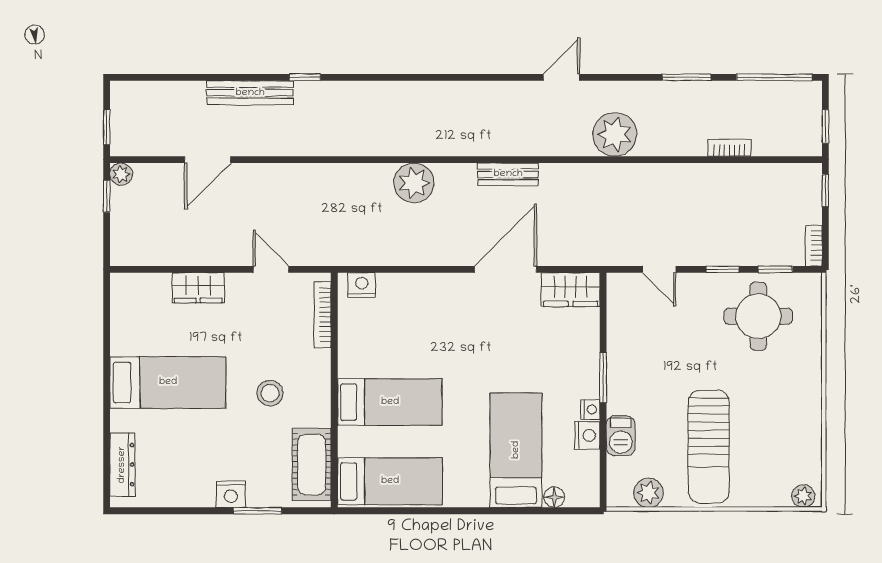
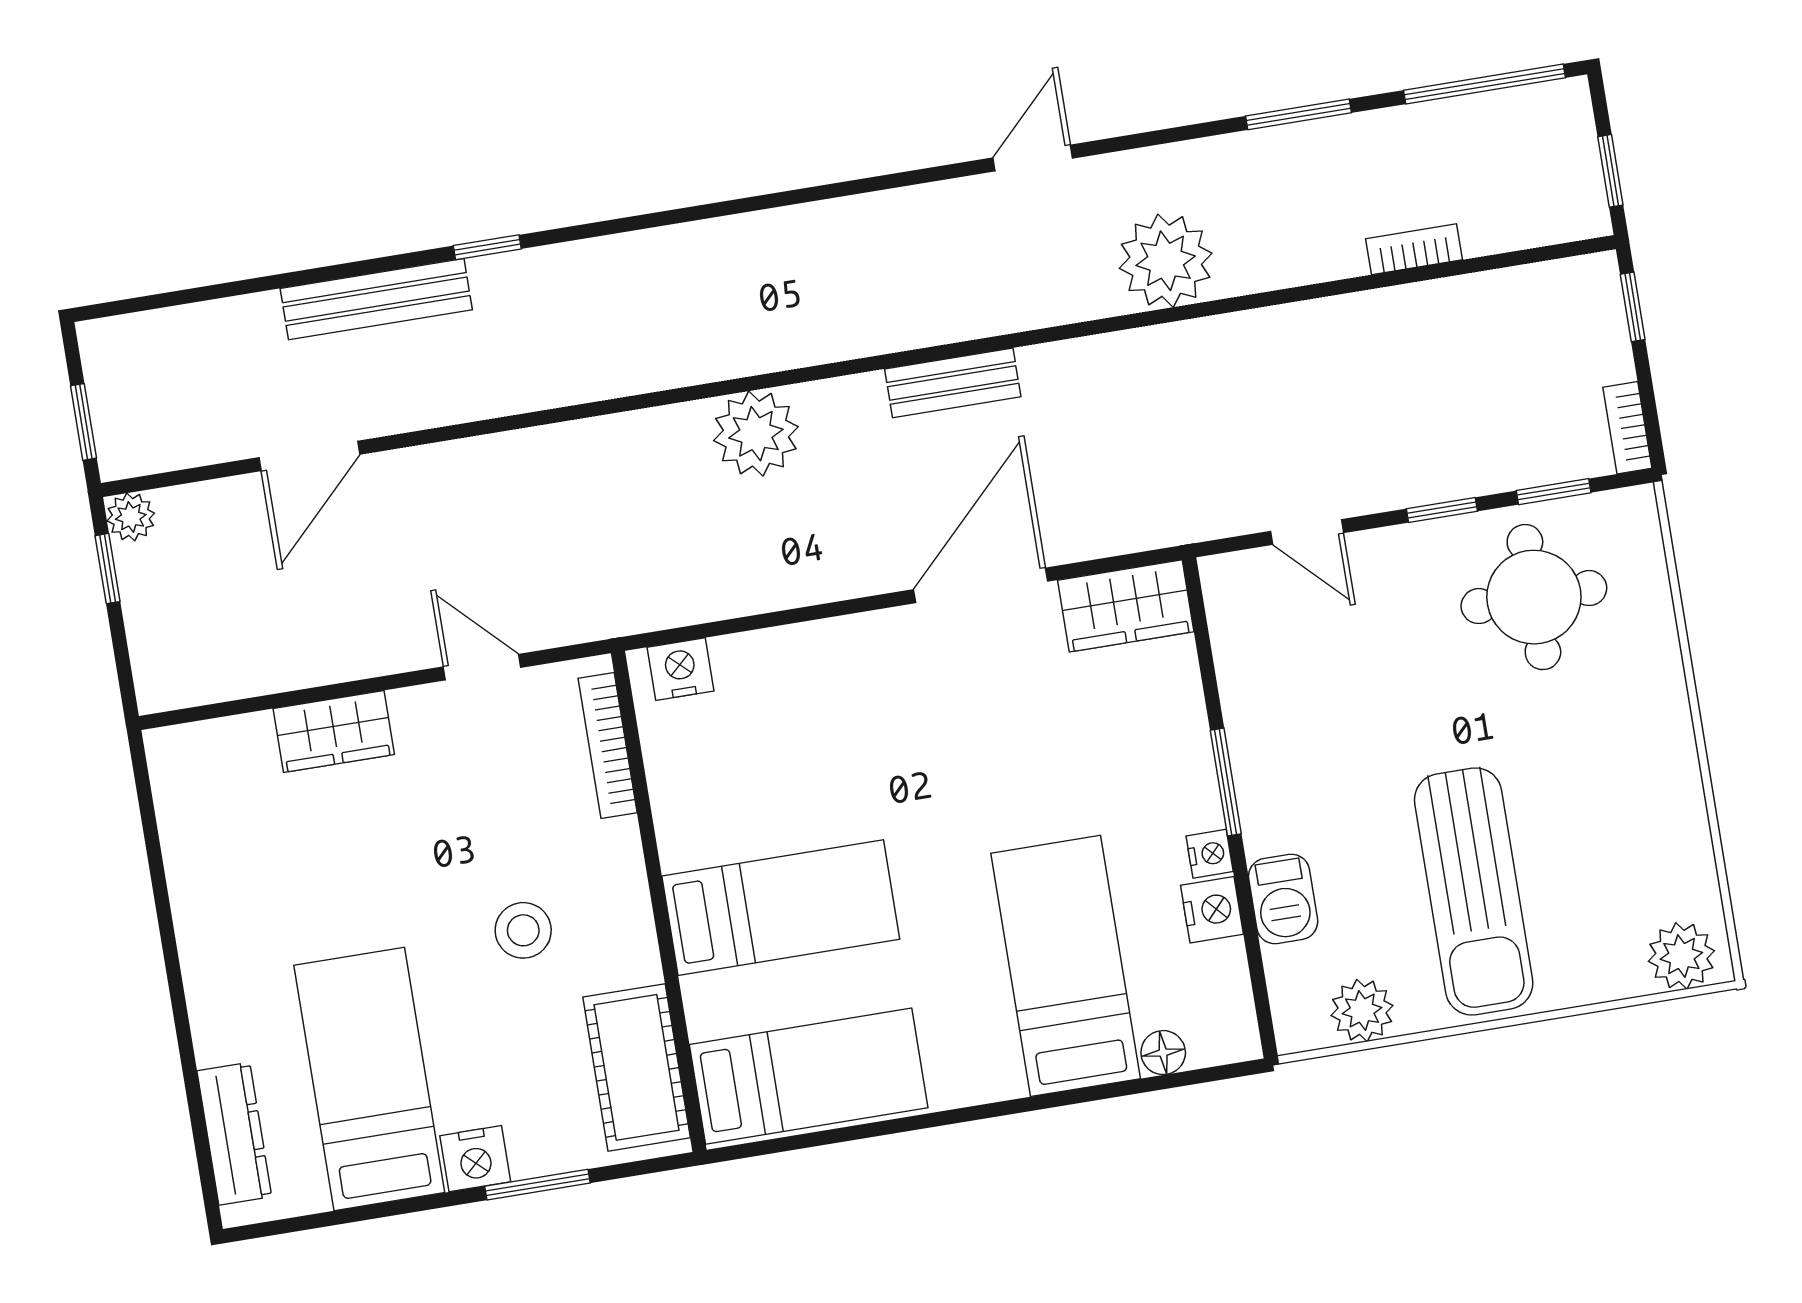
bed: (168, 382) -> (369, 1079), moved, turned -90
plant: (803, 496) -> (1681, 956), width x1.38, depth x1.38

